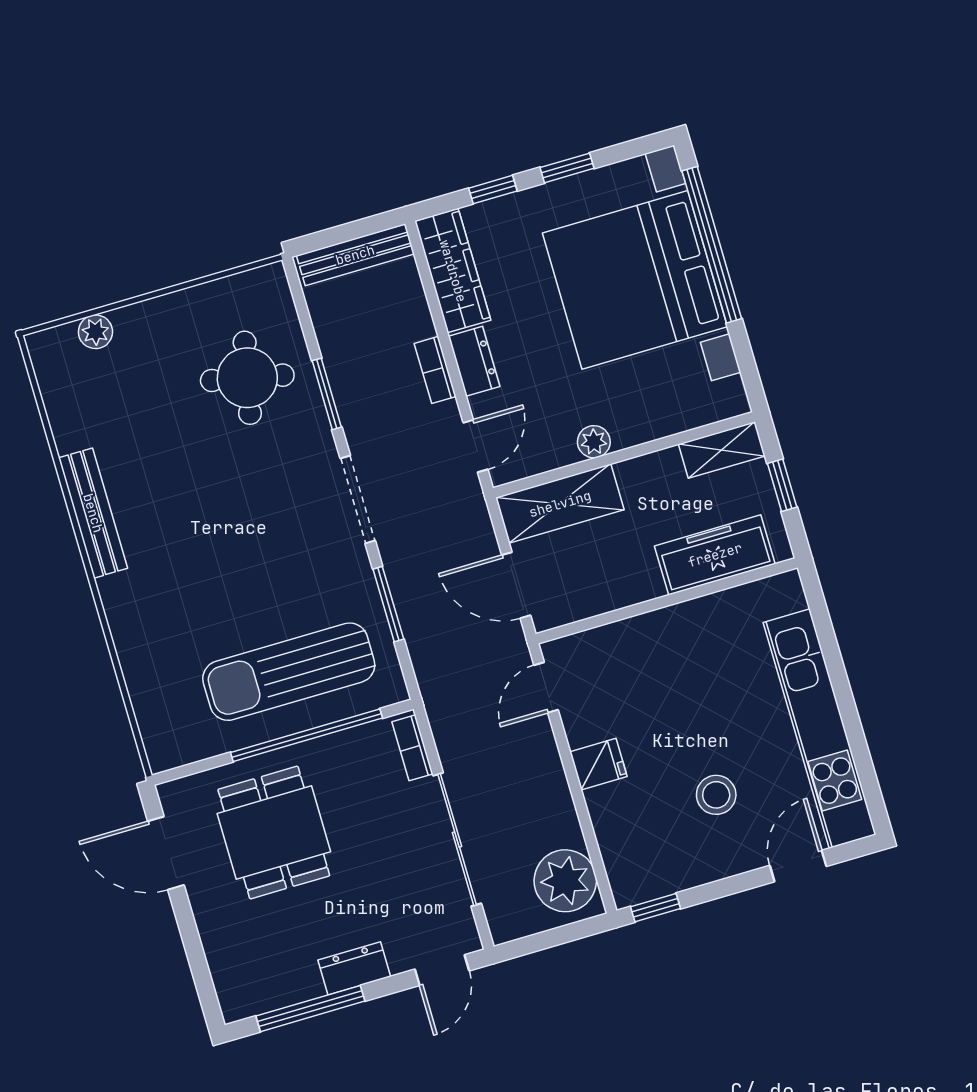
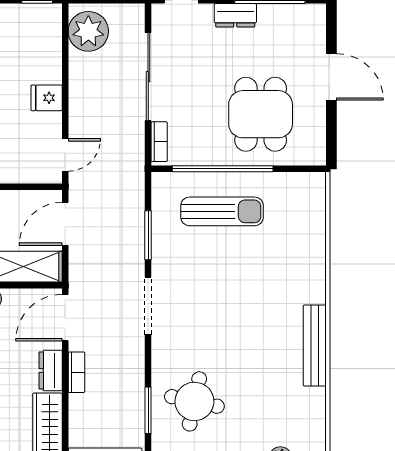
window: (327, 394) -> (148, 410), moved
door: (475, 446) -> (65, 318), width x1.38
door: (516, 585) -> (65, 224), swing flipped
sun lounger: (289, 672) -> (222, 211), width x0.73, depth x0.75
door: (166, 853) -> (331, 77), moved

